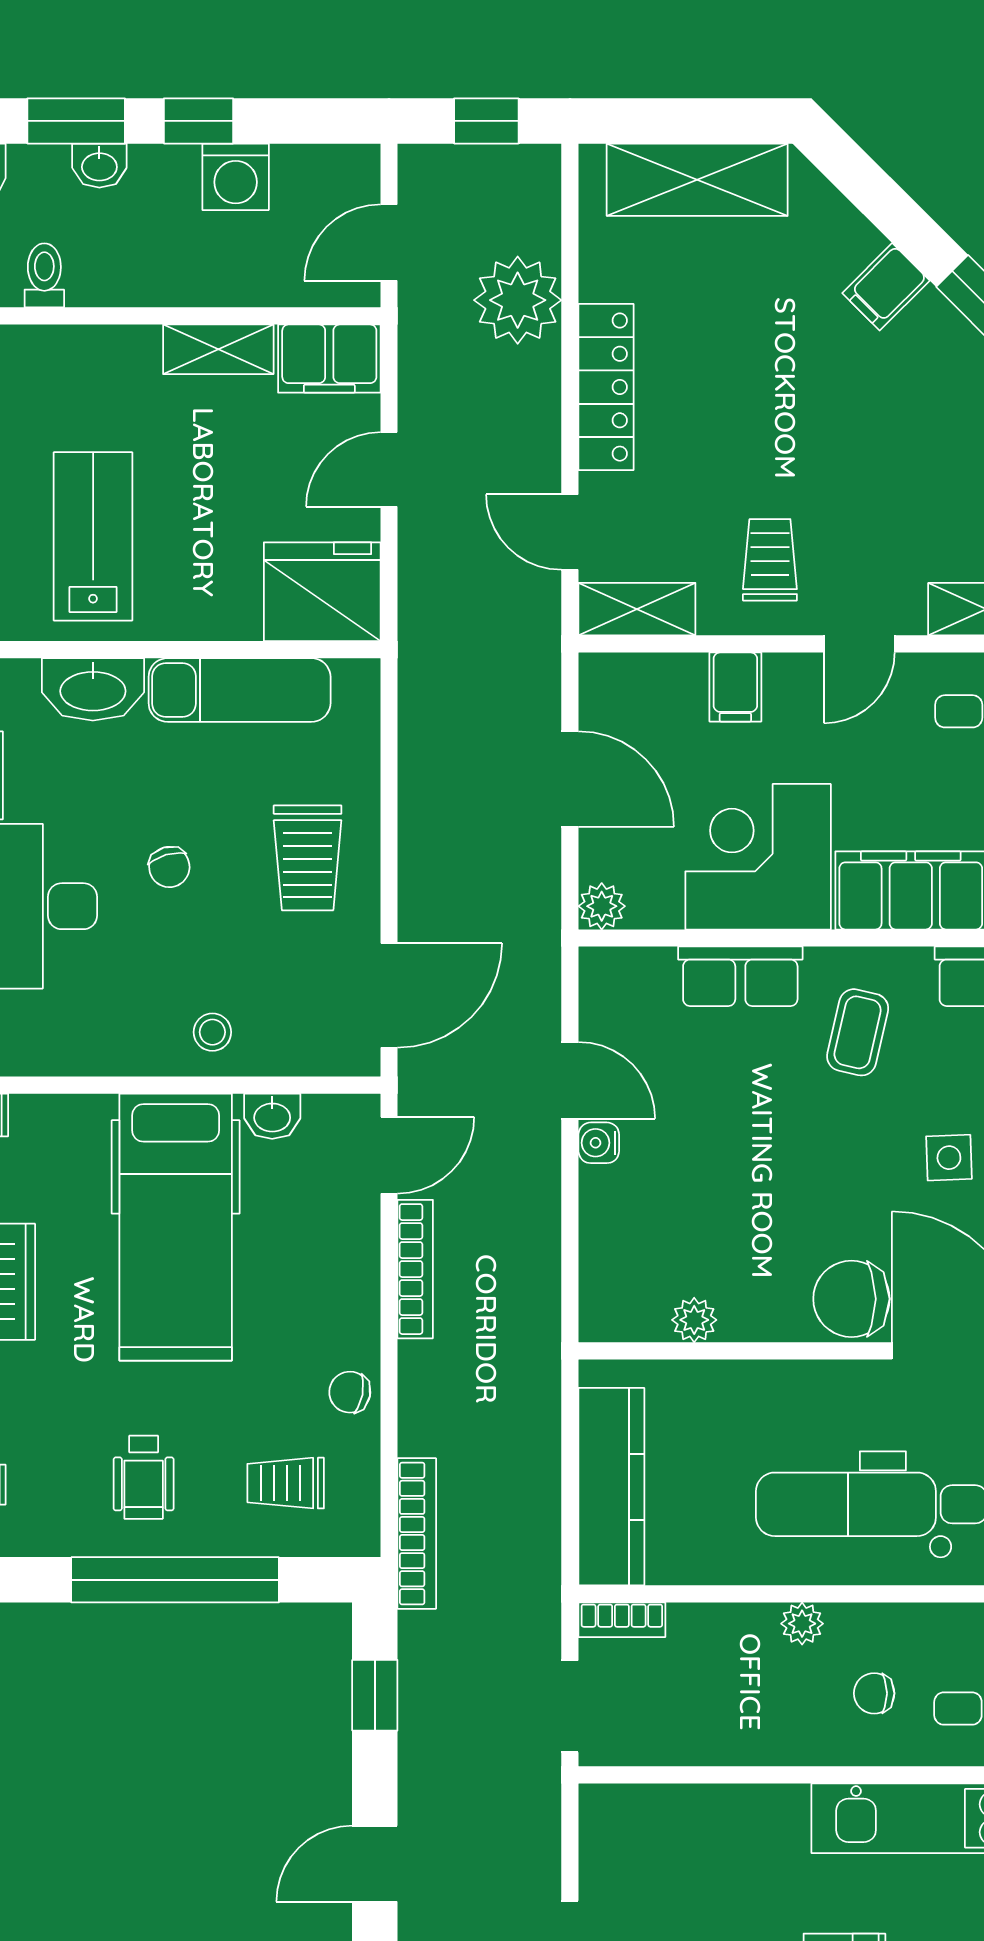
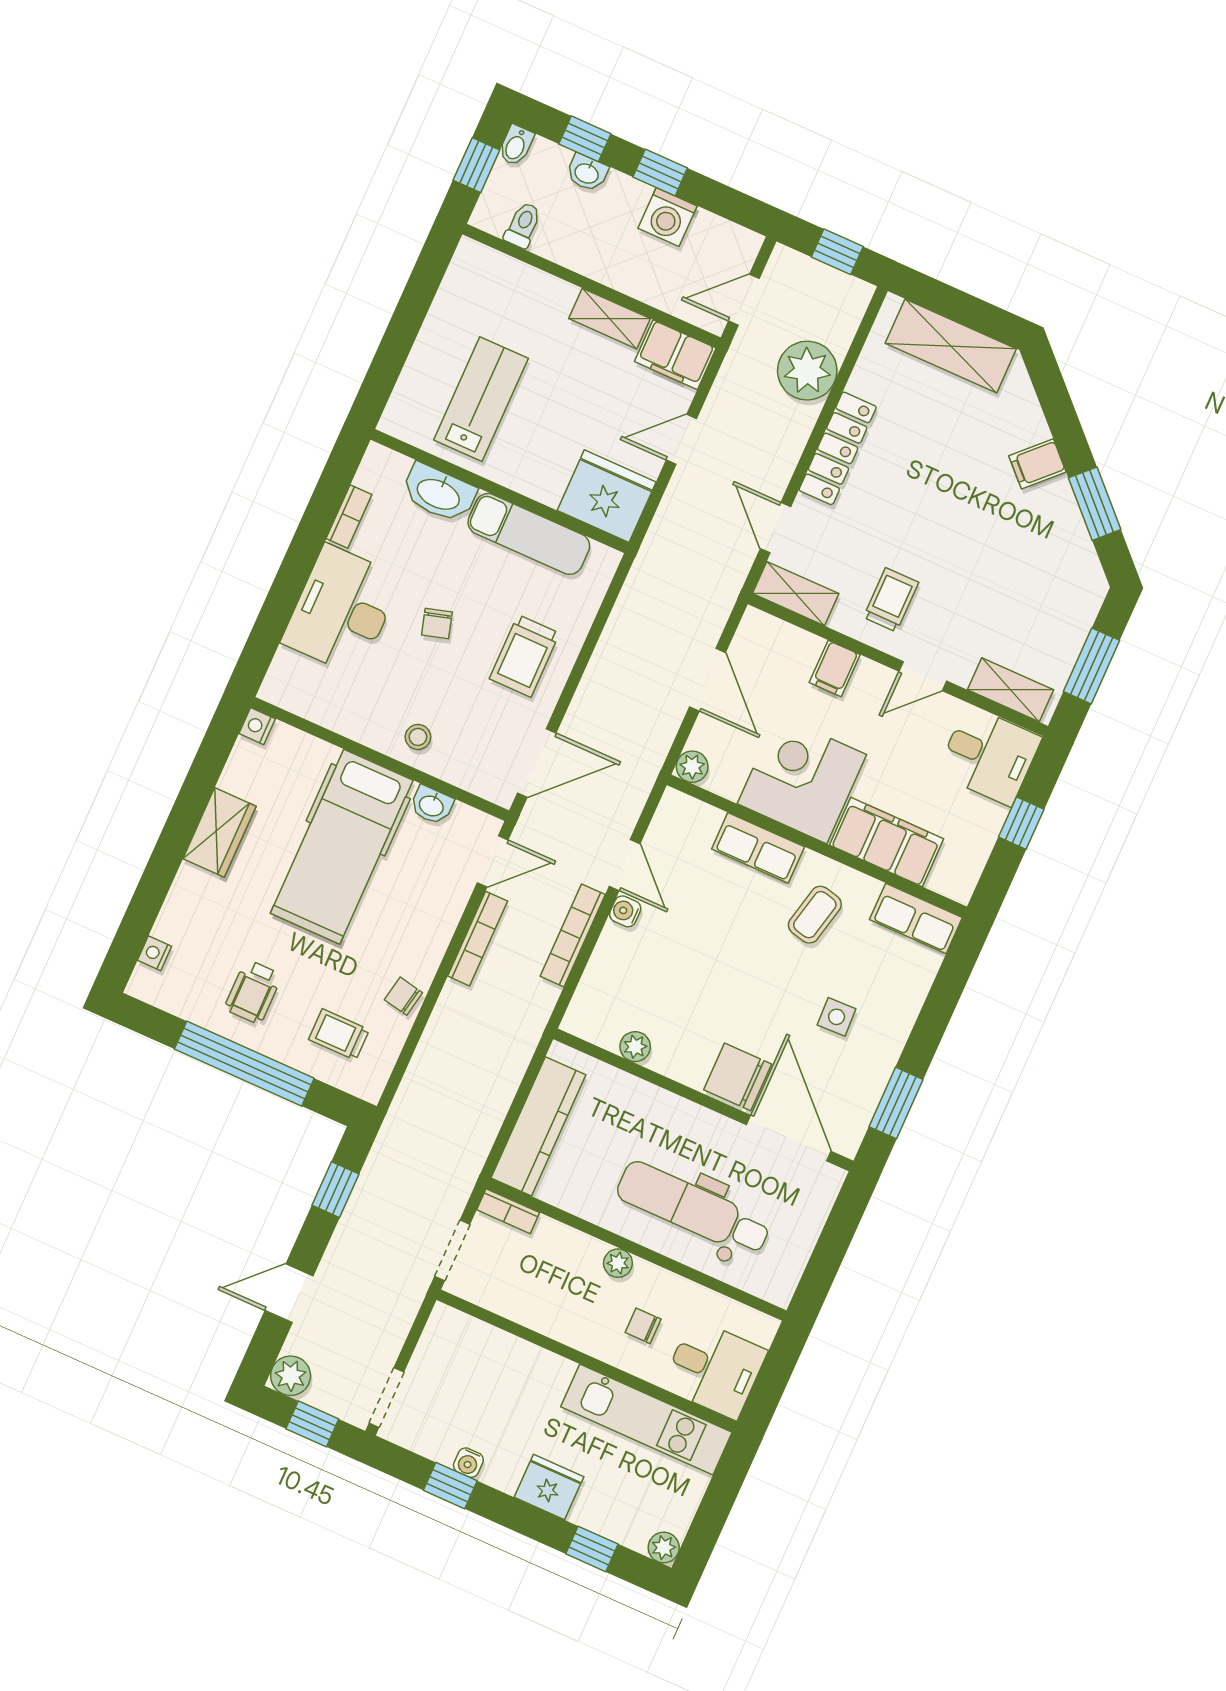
window: (76, 121) -> (585, 139), width x0.67
bookcase: (417, 1534) -> (573, 935), moved, turned 180

